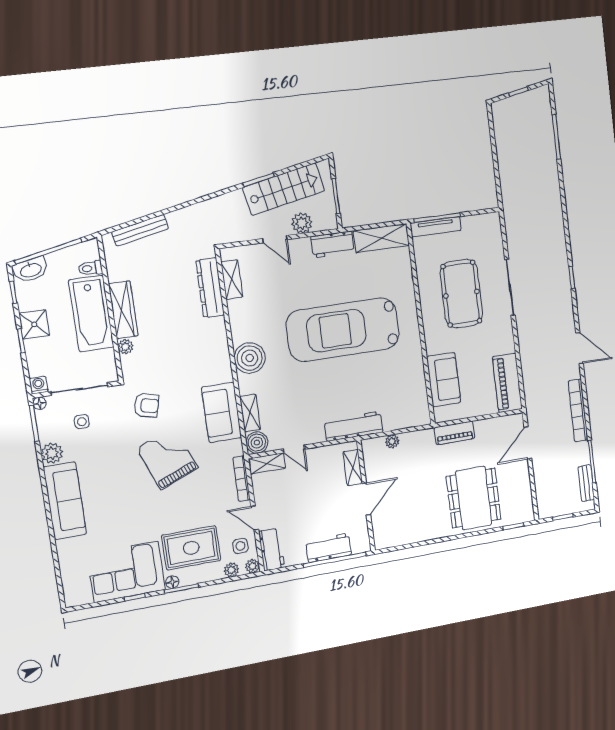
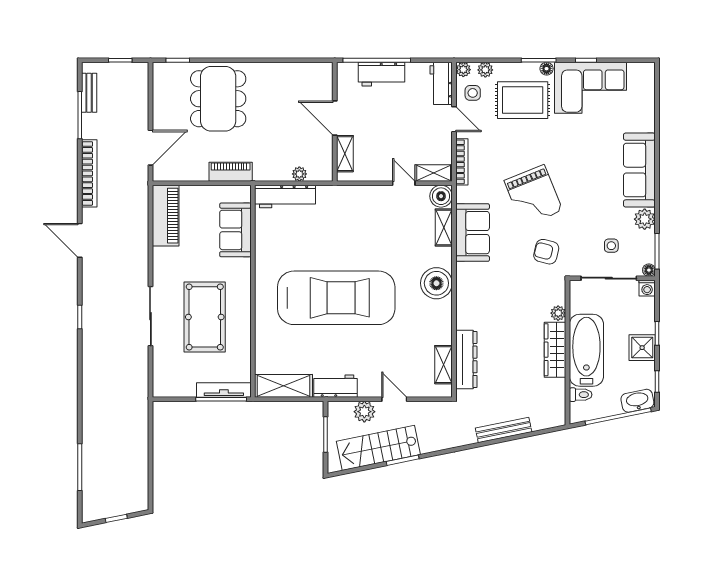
bench: (140, 230) -> (504, 430), moved
workbench: (354, 426) -> (285, 196), moved
door: (366, 499) -> (335, 118), hinge flipped

